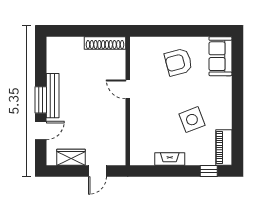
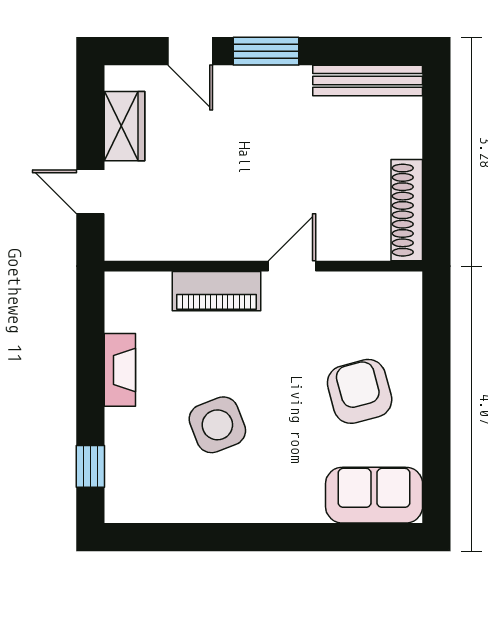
bench: (53, 96) -> (368, 80), moved
piano: (224, 148) -> (216, 291), moved, turned 180

